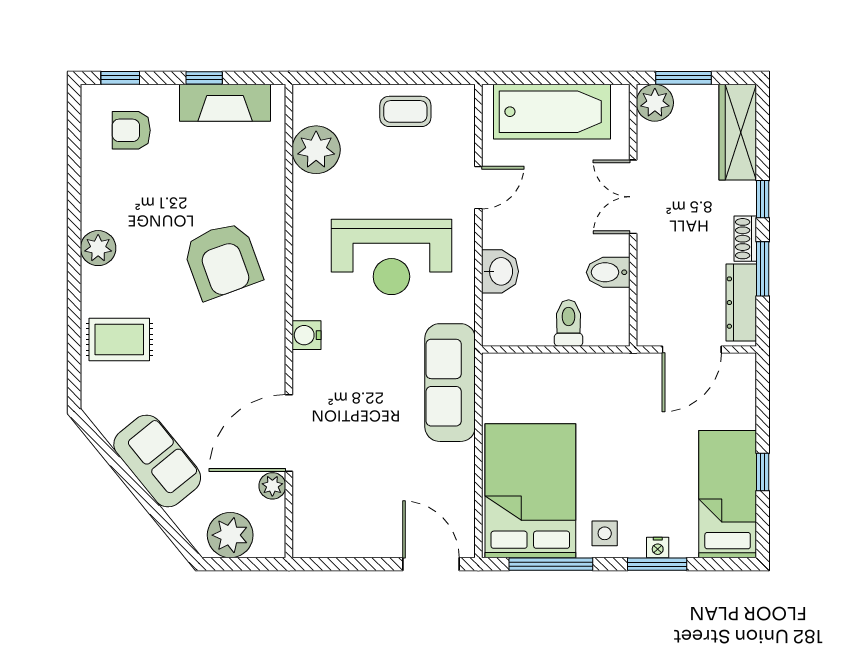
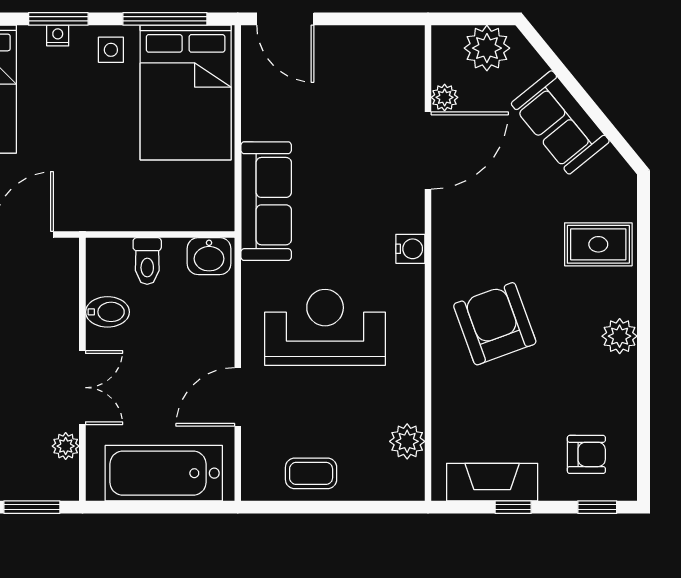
plant: (655, 103) -> (66, 446), moved, width x0.73, depth x0.73
plant: (316, 150) -> (407, 441), width x0.73, depth x0.73
door: (478, 188) -> (238, 397), width x1.38
washbasin: (500, 271) -> (209, 256), moved, turned -90

